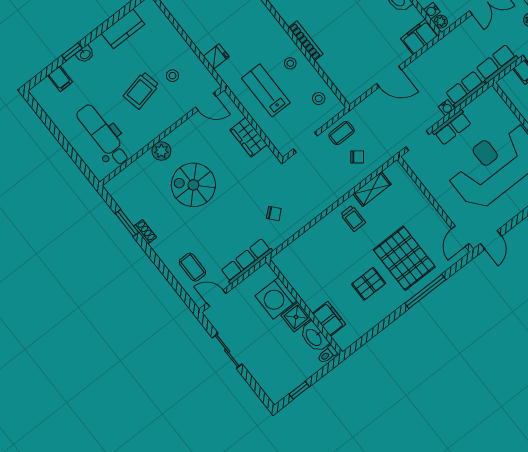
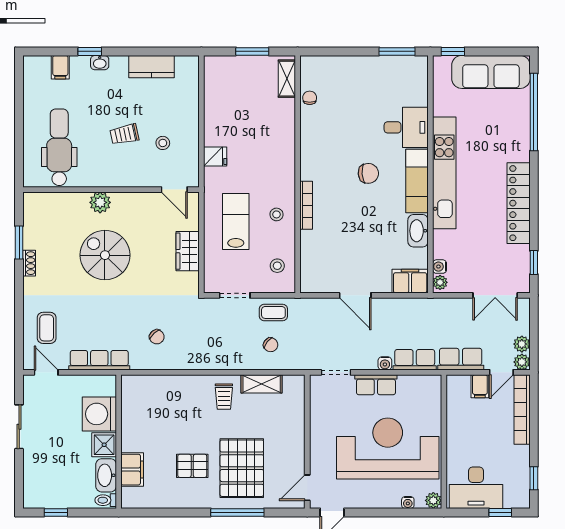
trolley: (141, 90) -> (124, 134), width x0.73, depth x0.72

